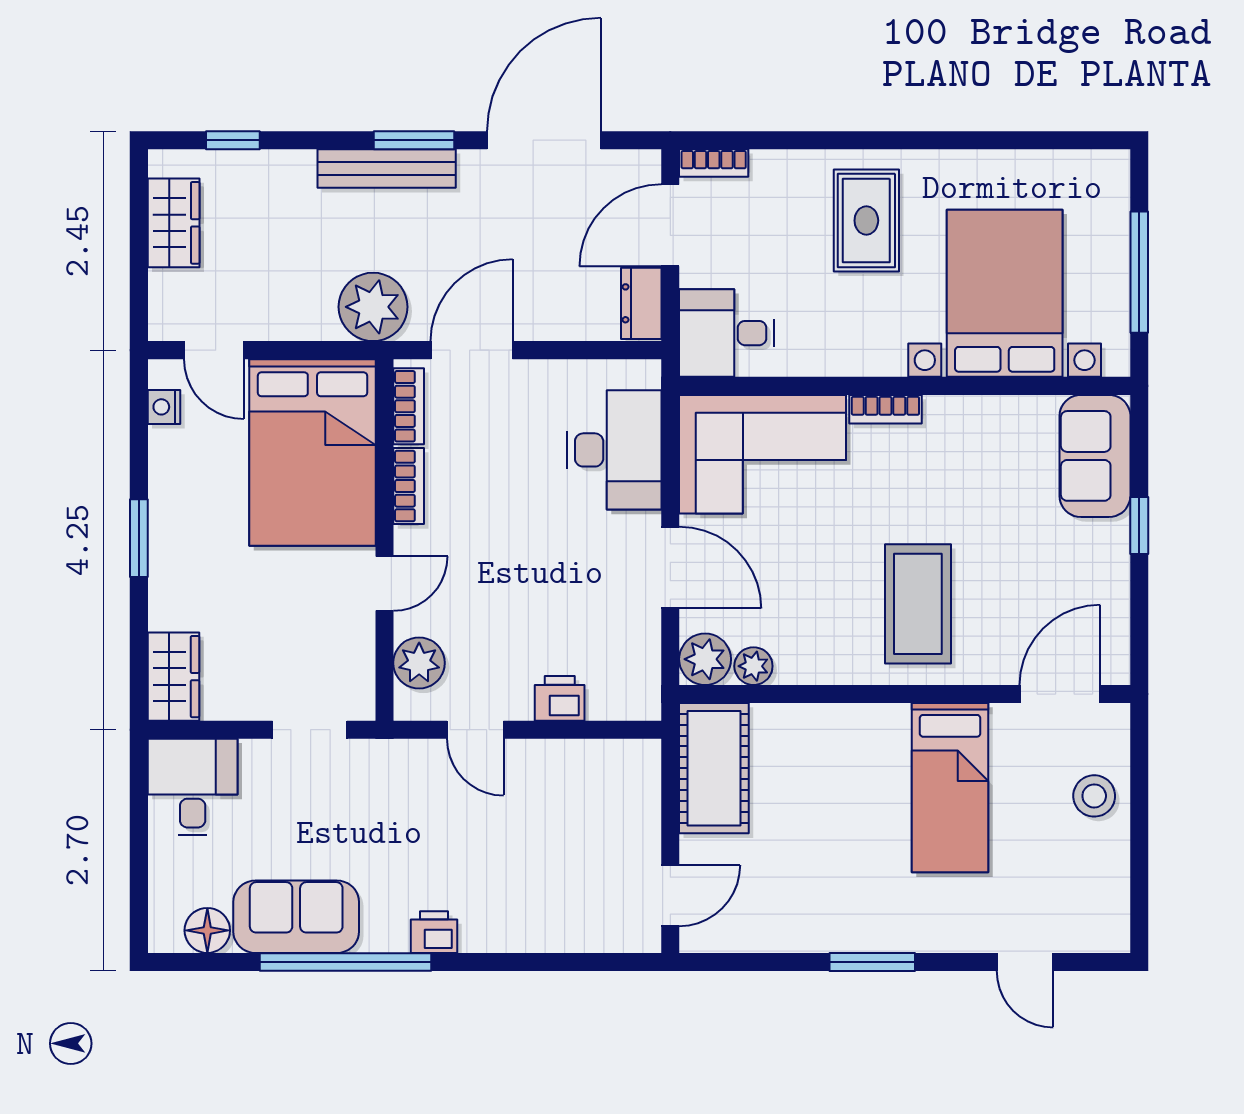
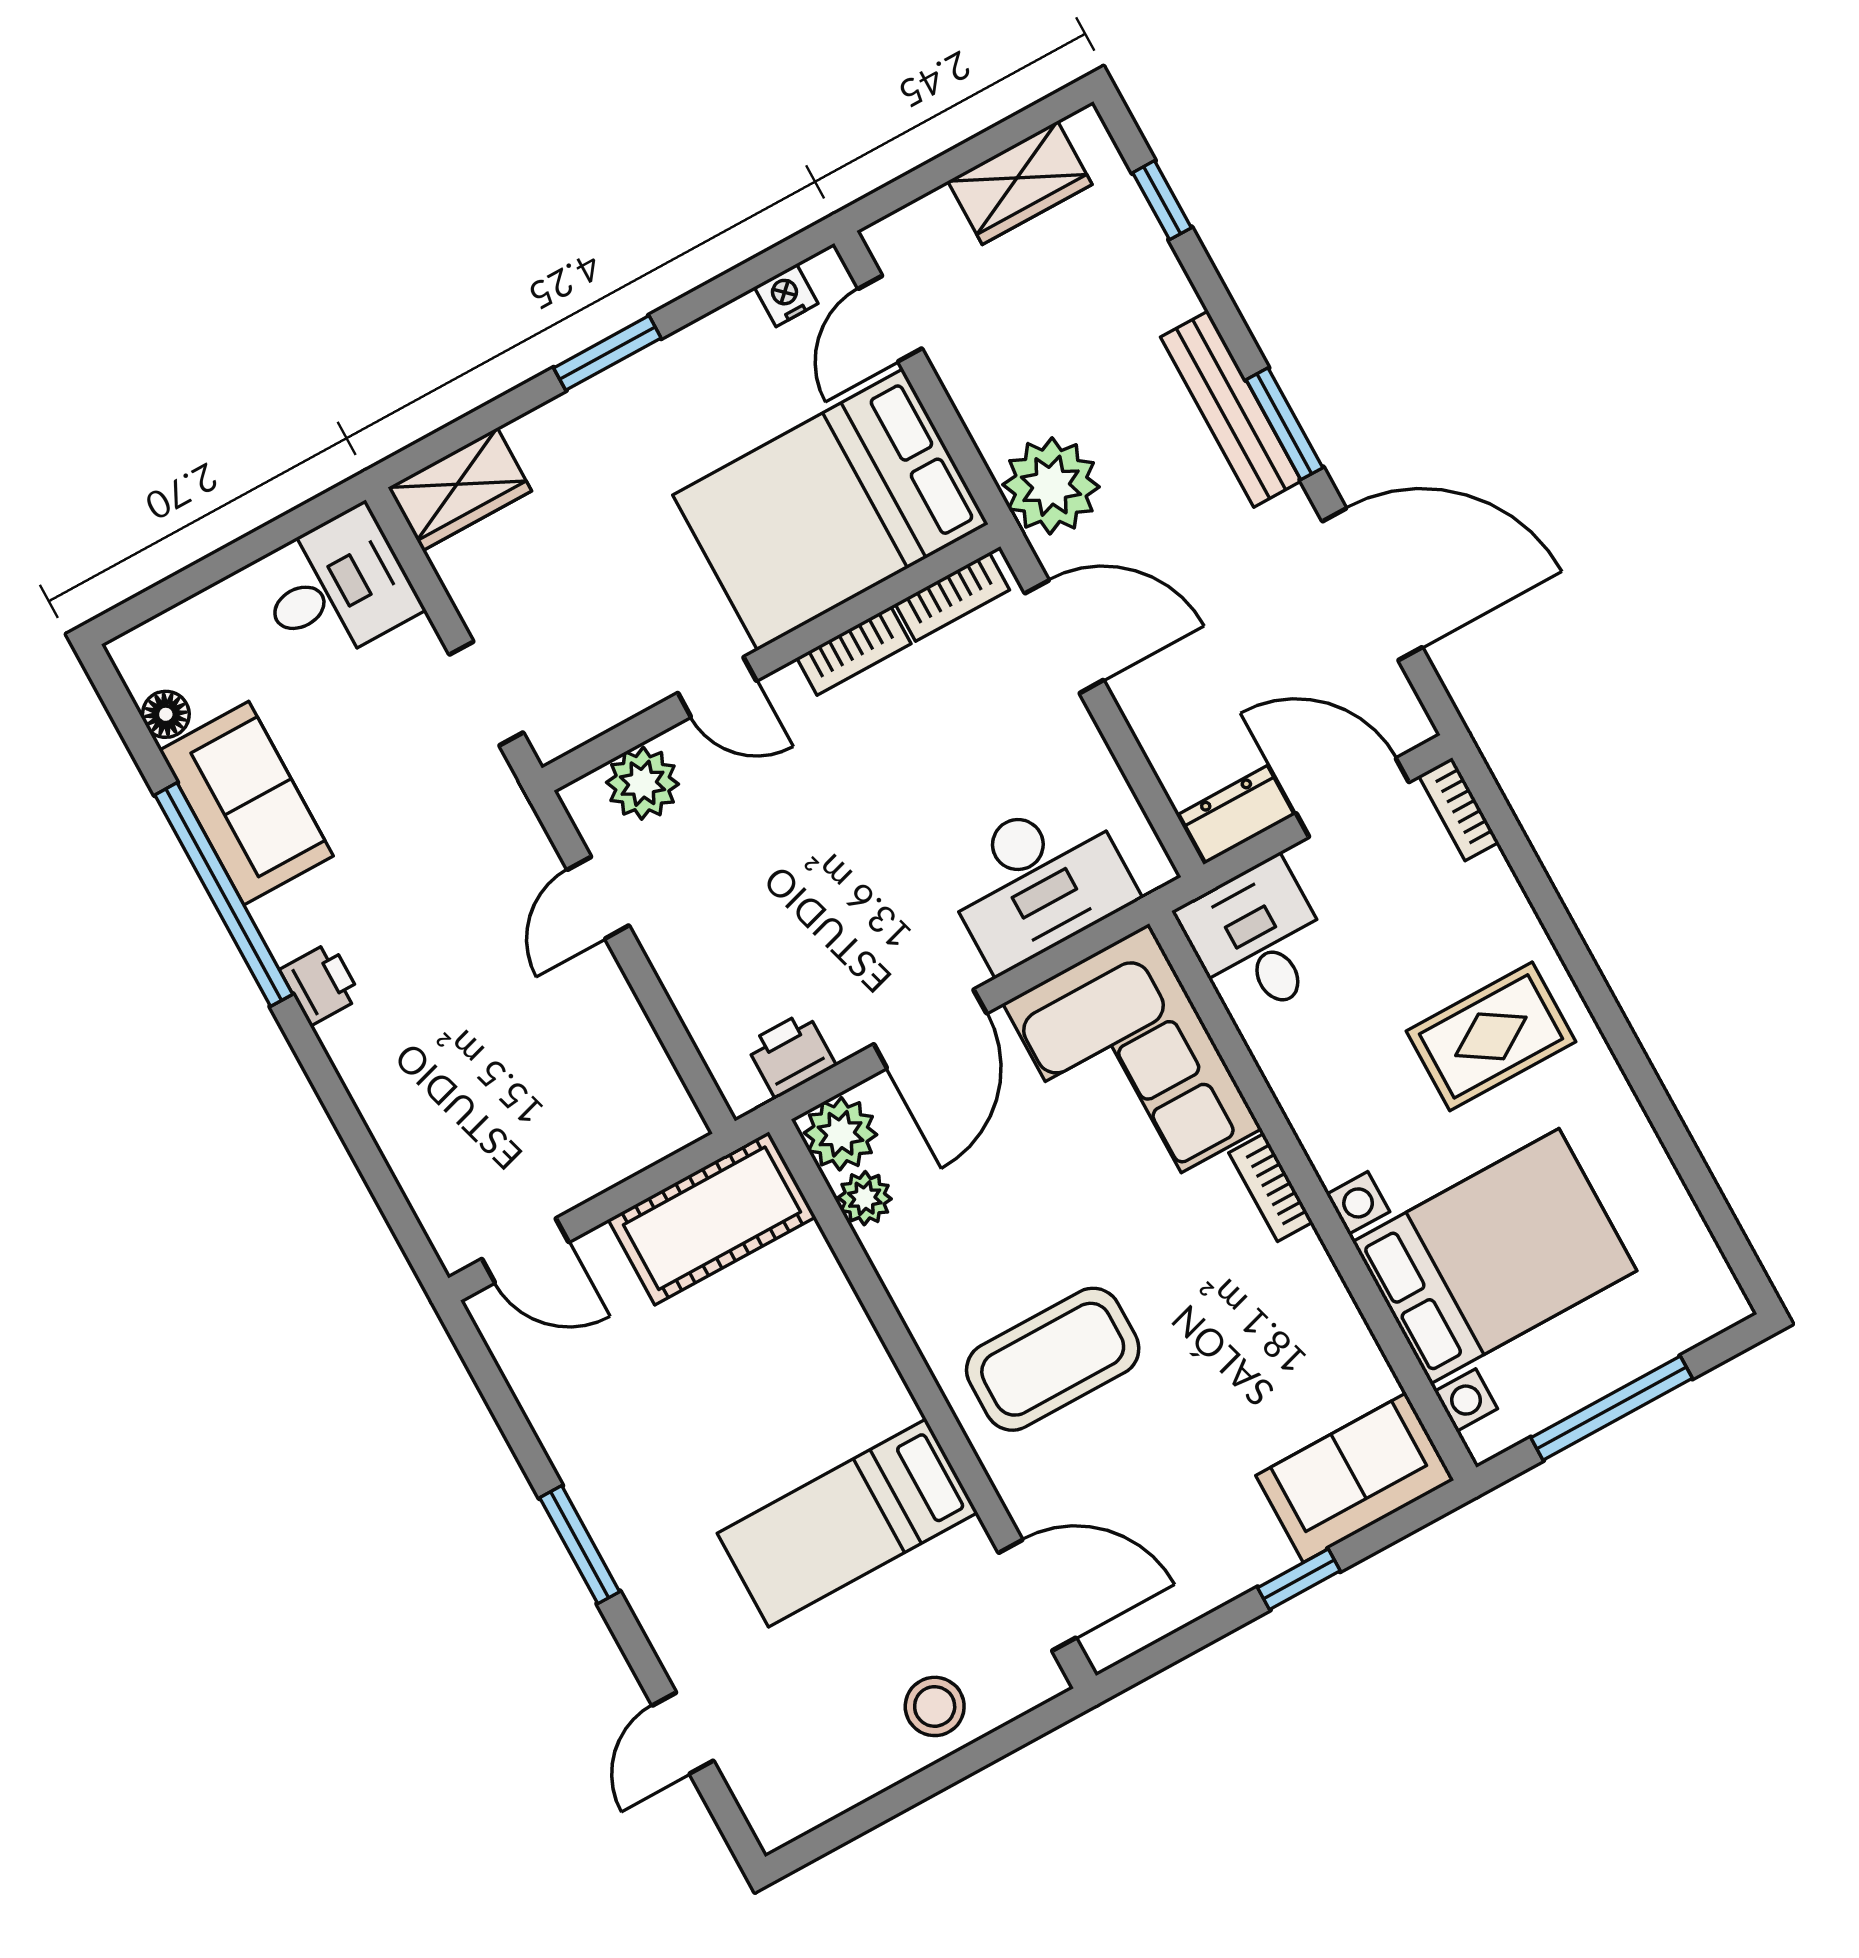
printer: (560, 698) -> (791, 1055), moved, turned -90
floor lamp: (207, 930) -> (166, 714), width x0.73, depth x0.73

